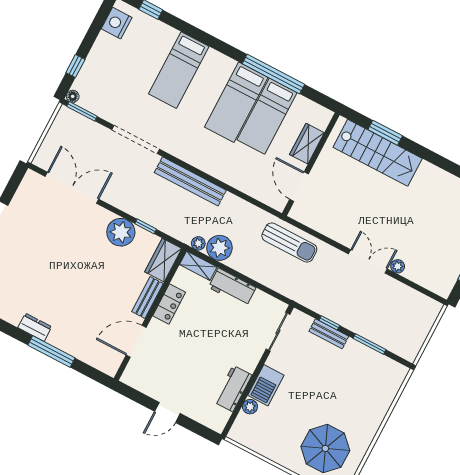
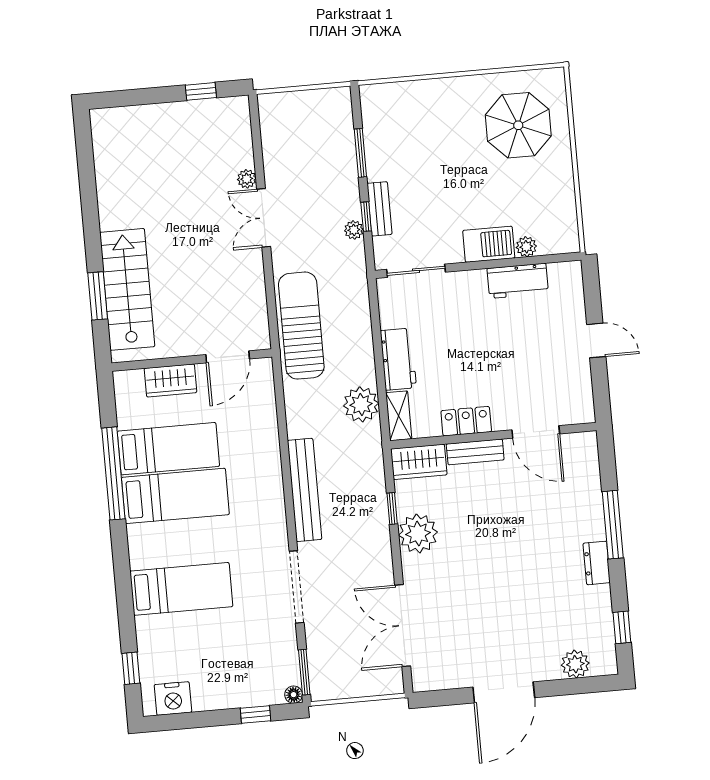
plant: (198, 243) -> (354, 230), moved
sun lounger: (289, 243) -> (301, 326), width x1.36, depth x1.34

